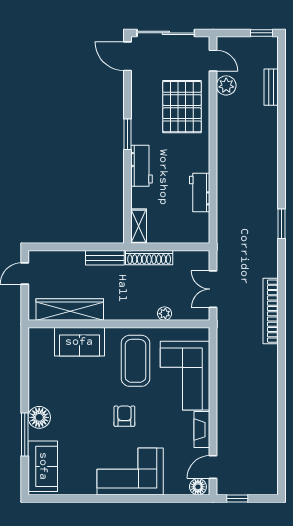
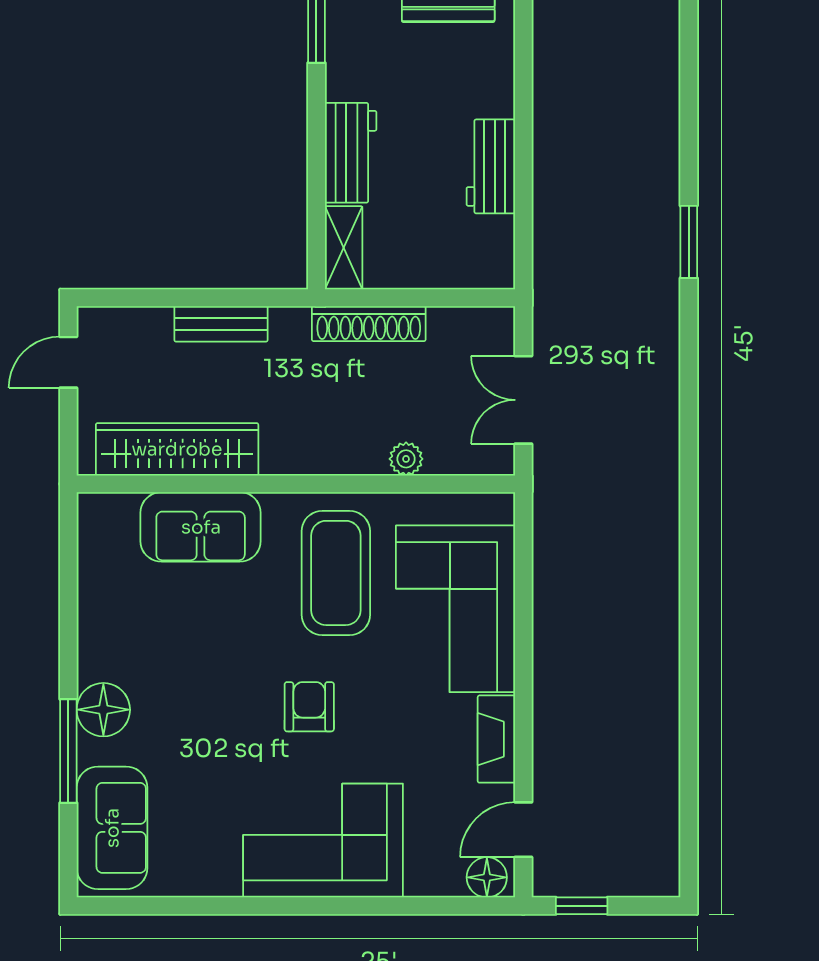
workbench: (142, 166) -> (351, 153), moved
bench: (105, 258) -> (221, 324), moved
bookcase: (271, 311) -> (662, 453), removed

